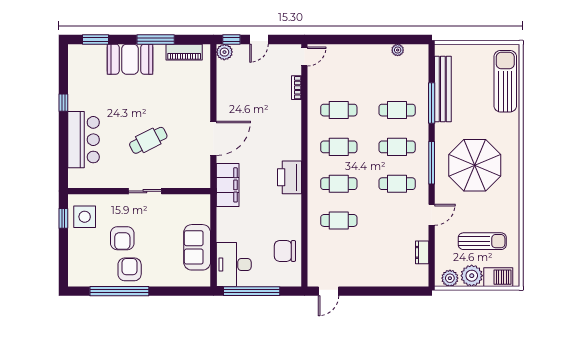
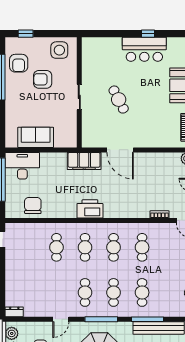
bar counter: (84, 140) -> (144, 49), moved
door: (432, 215) -> (61, 319), hinge flipped
window: (63, 218) -> (26, 34), moved
dresser: (422, 252) -> (14, 312), moved
armchair: (130, 269) -> (19, 63), moved, turned 90

